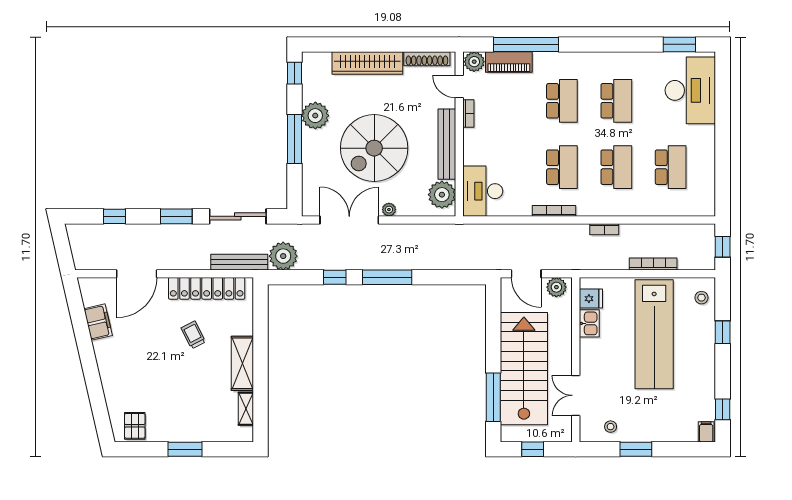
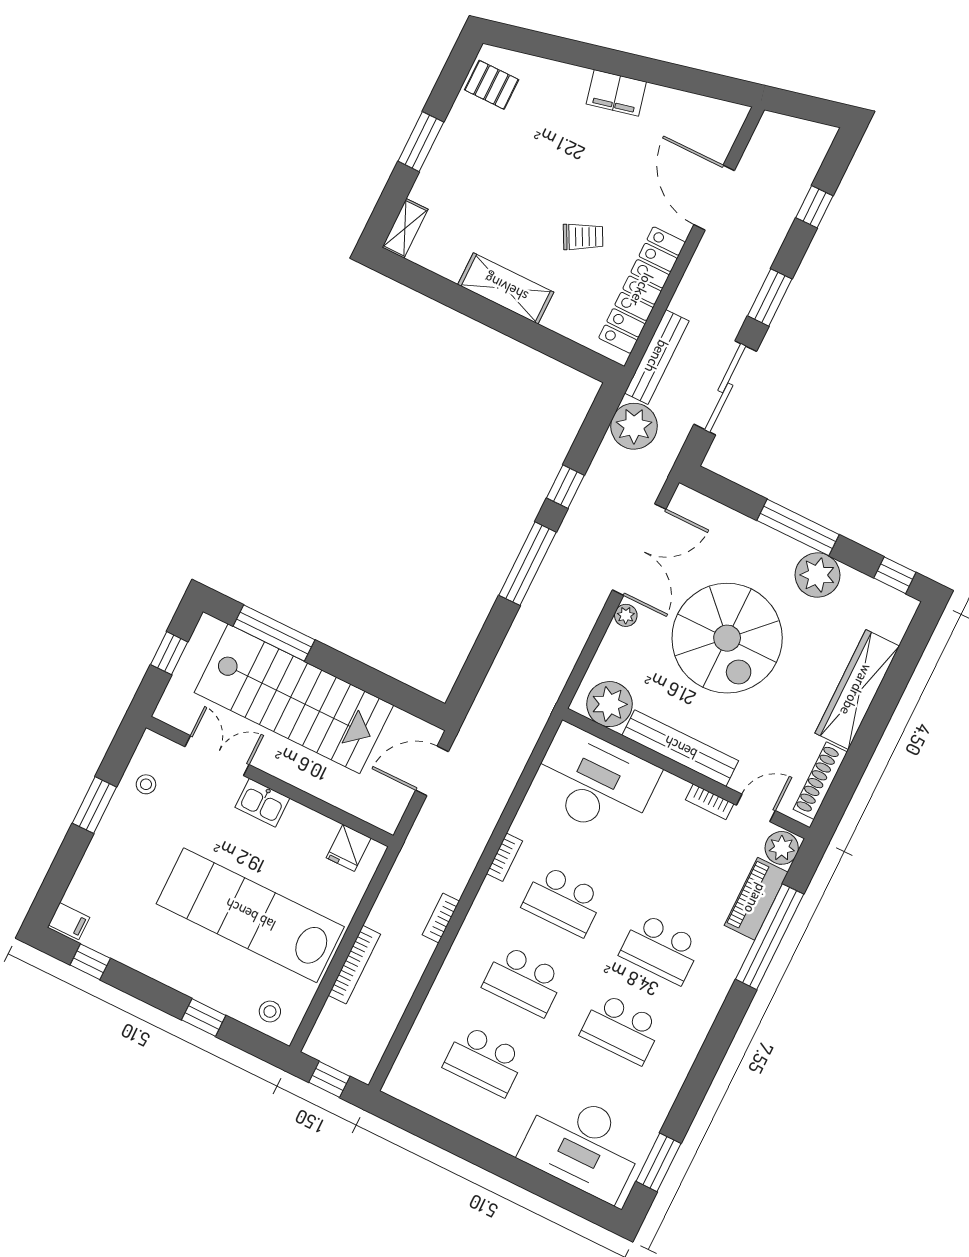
spiral stairs: (374, 148) -> (727, 638), turned 180
desk: (483, 191) -> (594, 782), width x1.36, depth x1.30
bookcase: (554, 211) -> (504, 857), width x0.64
plant: (556, 287) -> (390, 806), removed
filing cabinet: (98, 322) -> (616, 93), moved
kitchen sink: (589, 323) -> (262, 803), moved
shelving: (246, 409) -> (405, 228), moved, turned 90

